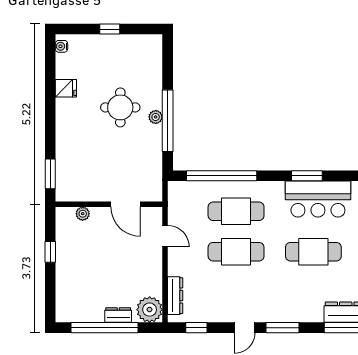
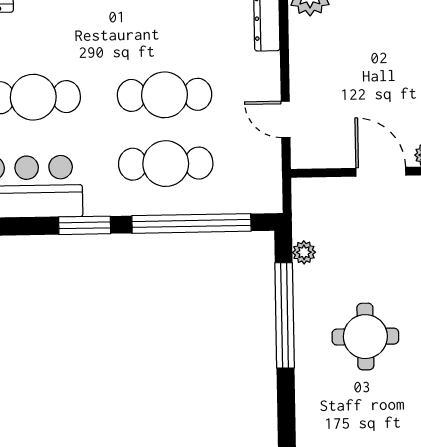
plant: (156, 117) -> (304, 252), moved
window: (307, 176) -> (85, 225), moved
door: (126, 204) -> (381, 172), moved

